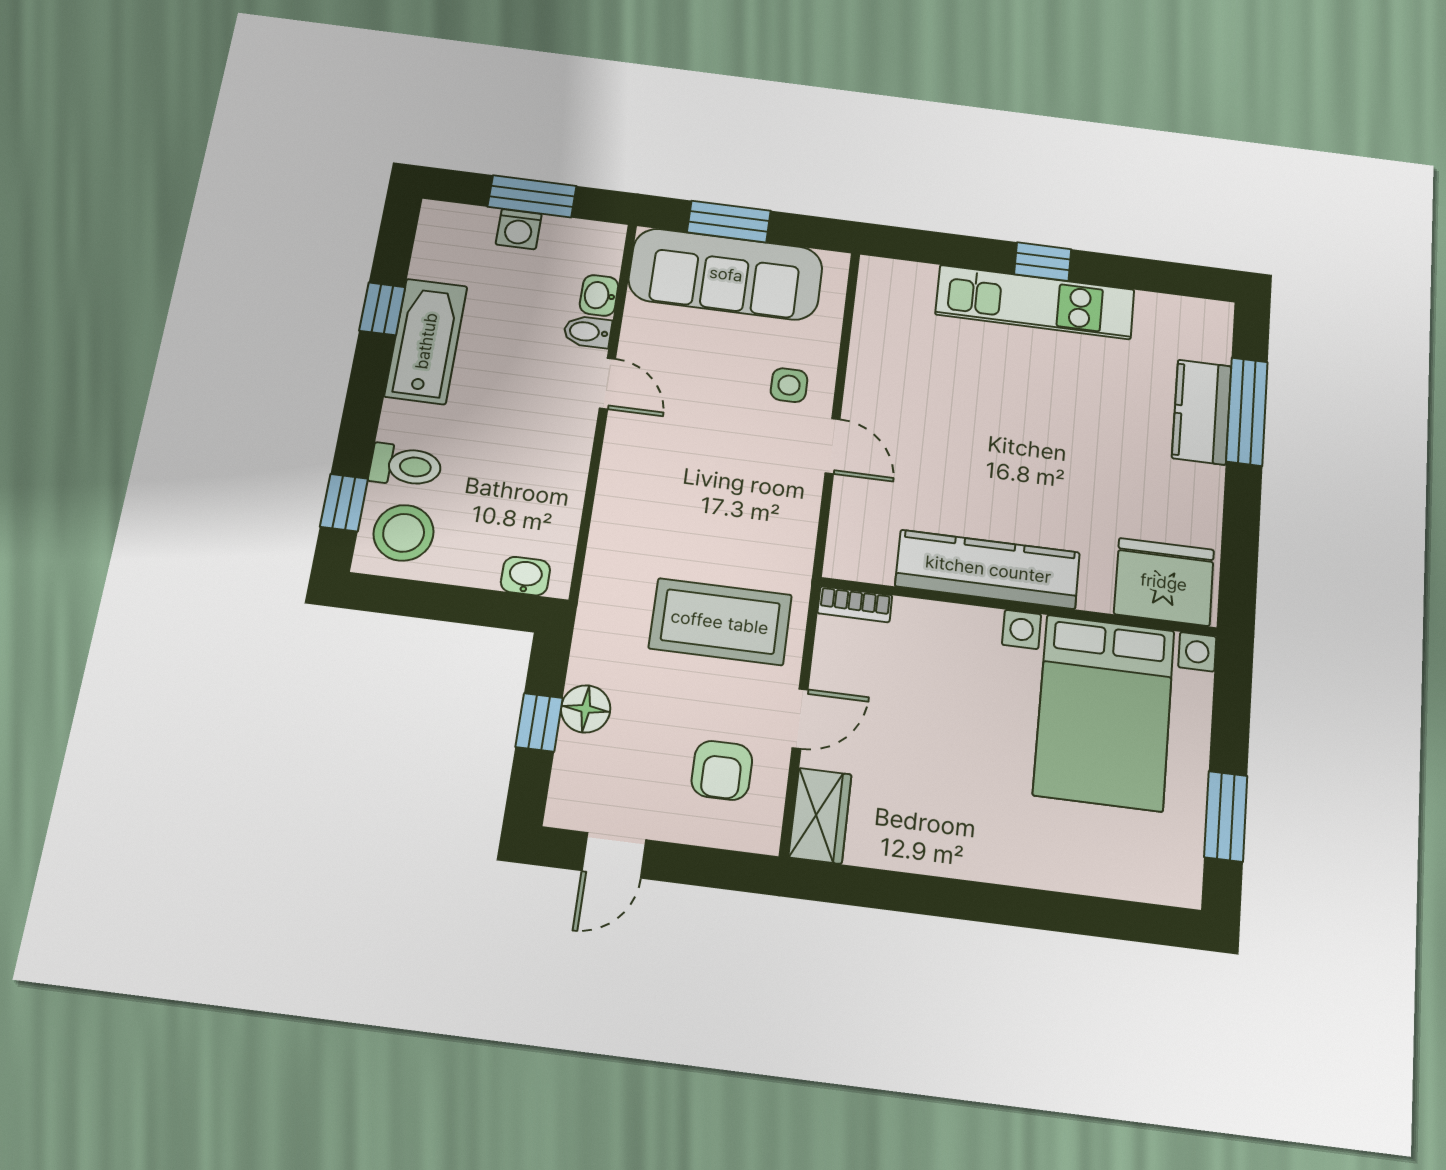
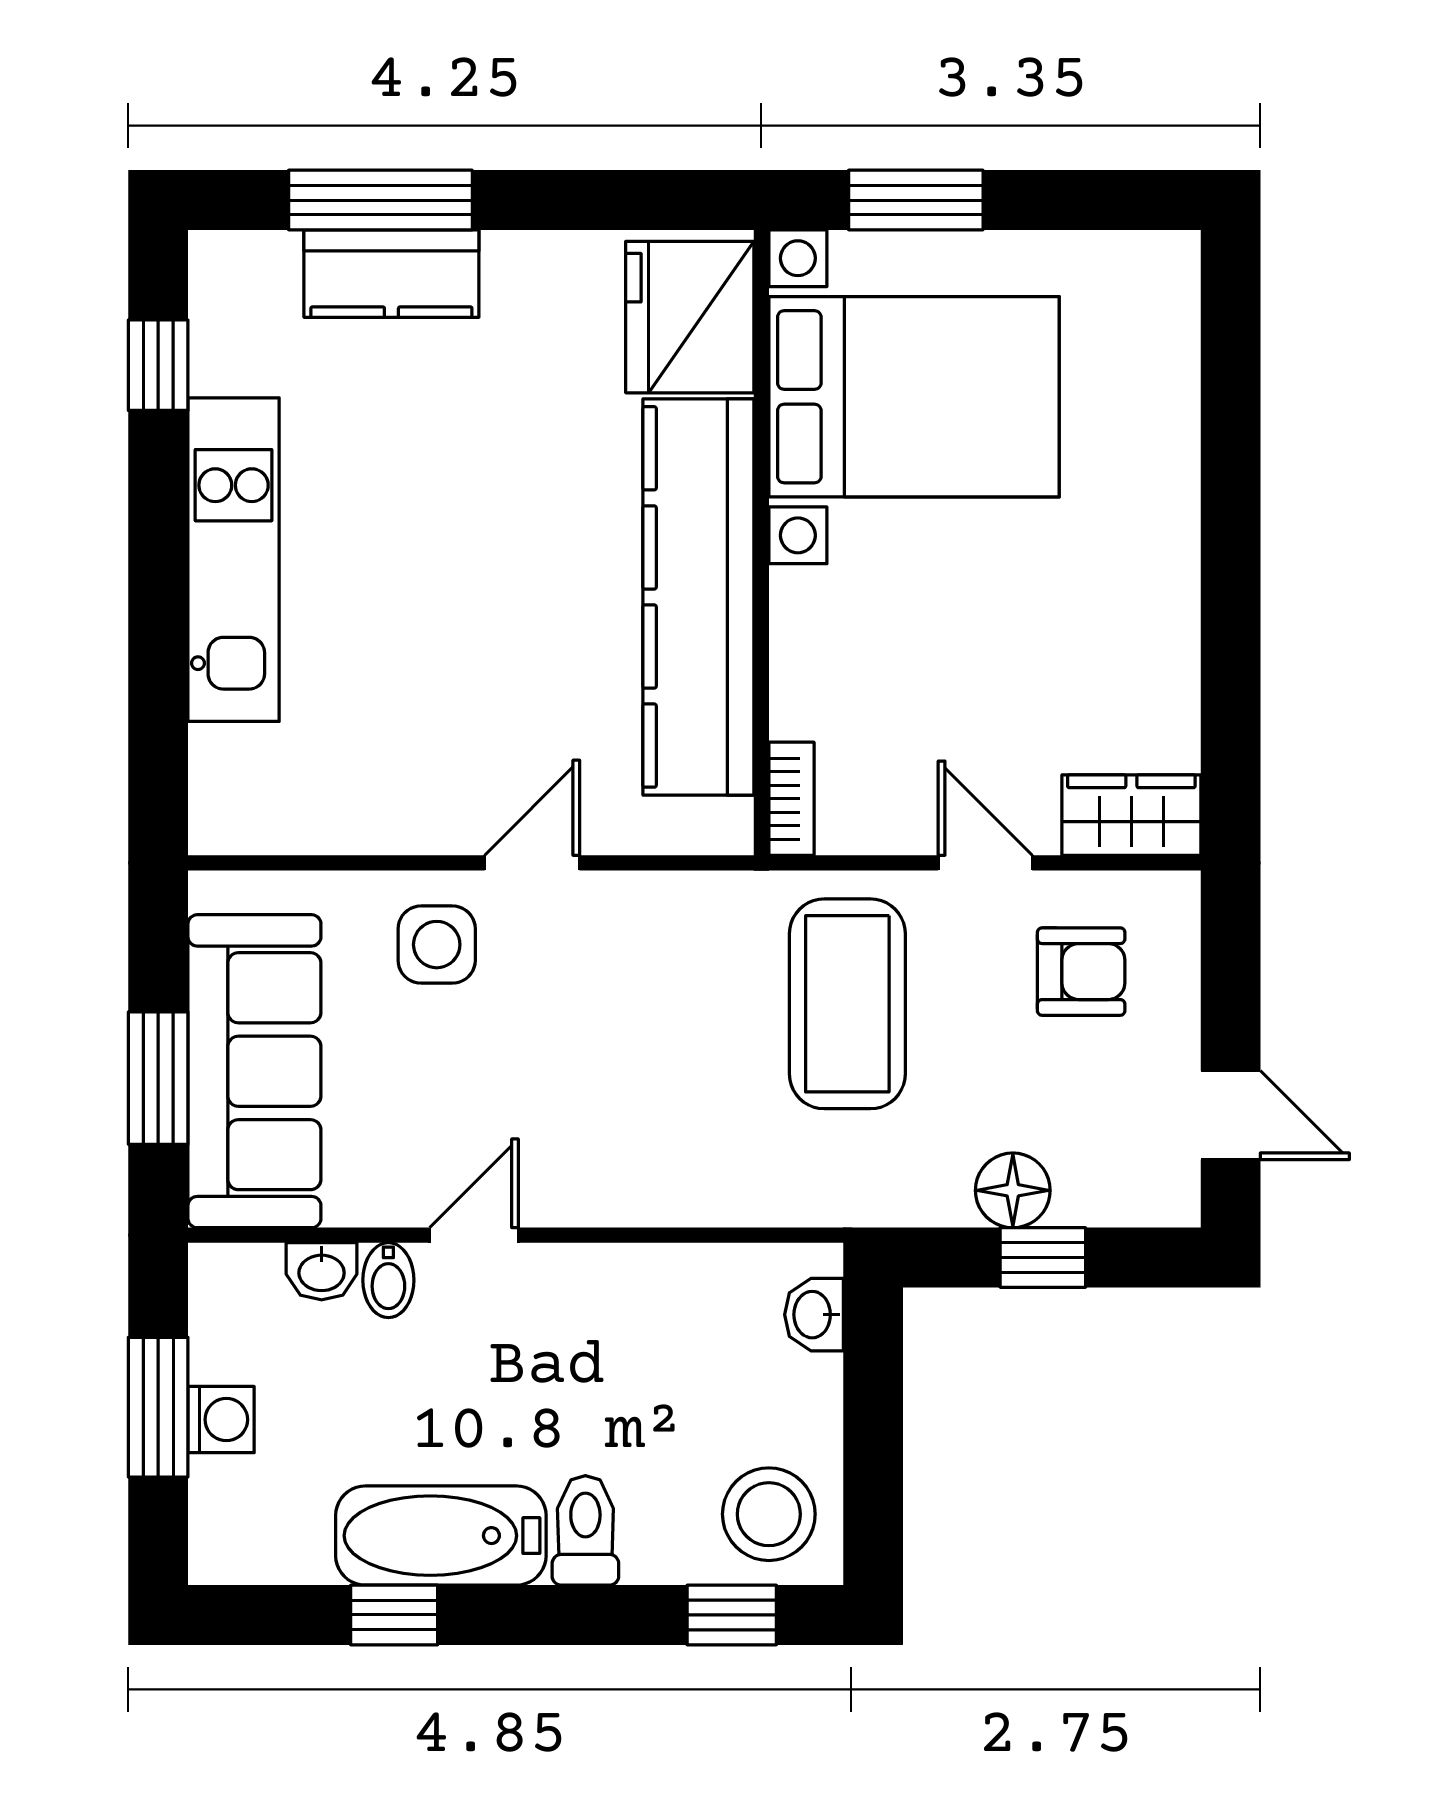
window: (1043, 262) -> (158, 365), moved
side table: (789, 385) -> (437, 945), width x1.37, depth x1.37
toilet: (406, 466) -> (585, 1530), moved
kitchen counter: (988, 569) -> (698, 597), width x1.39, depth x1.17
window: (1226, 816) -> (916, 200), moved

